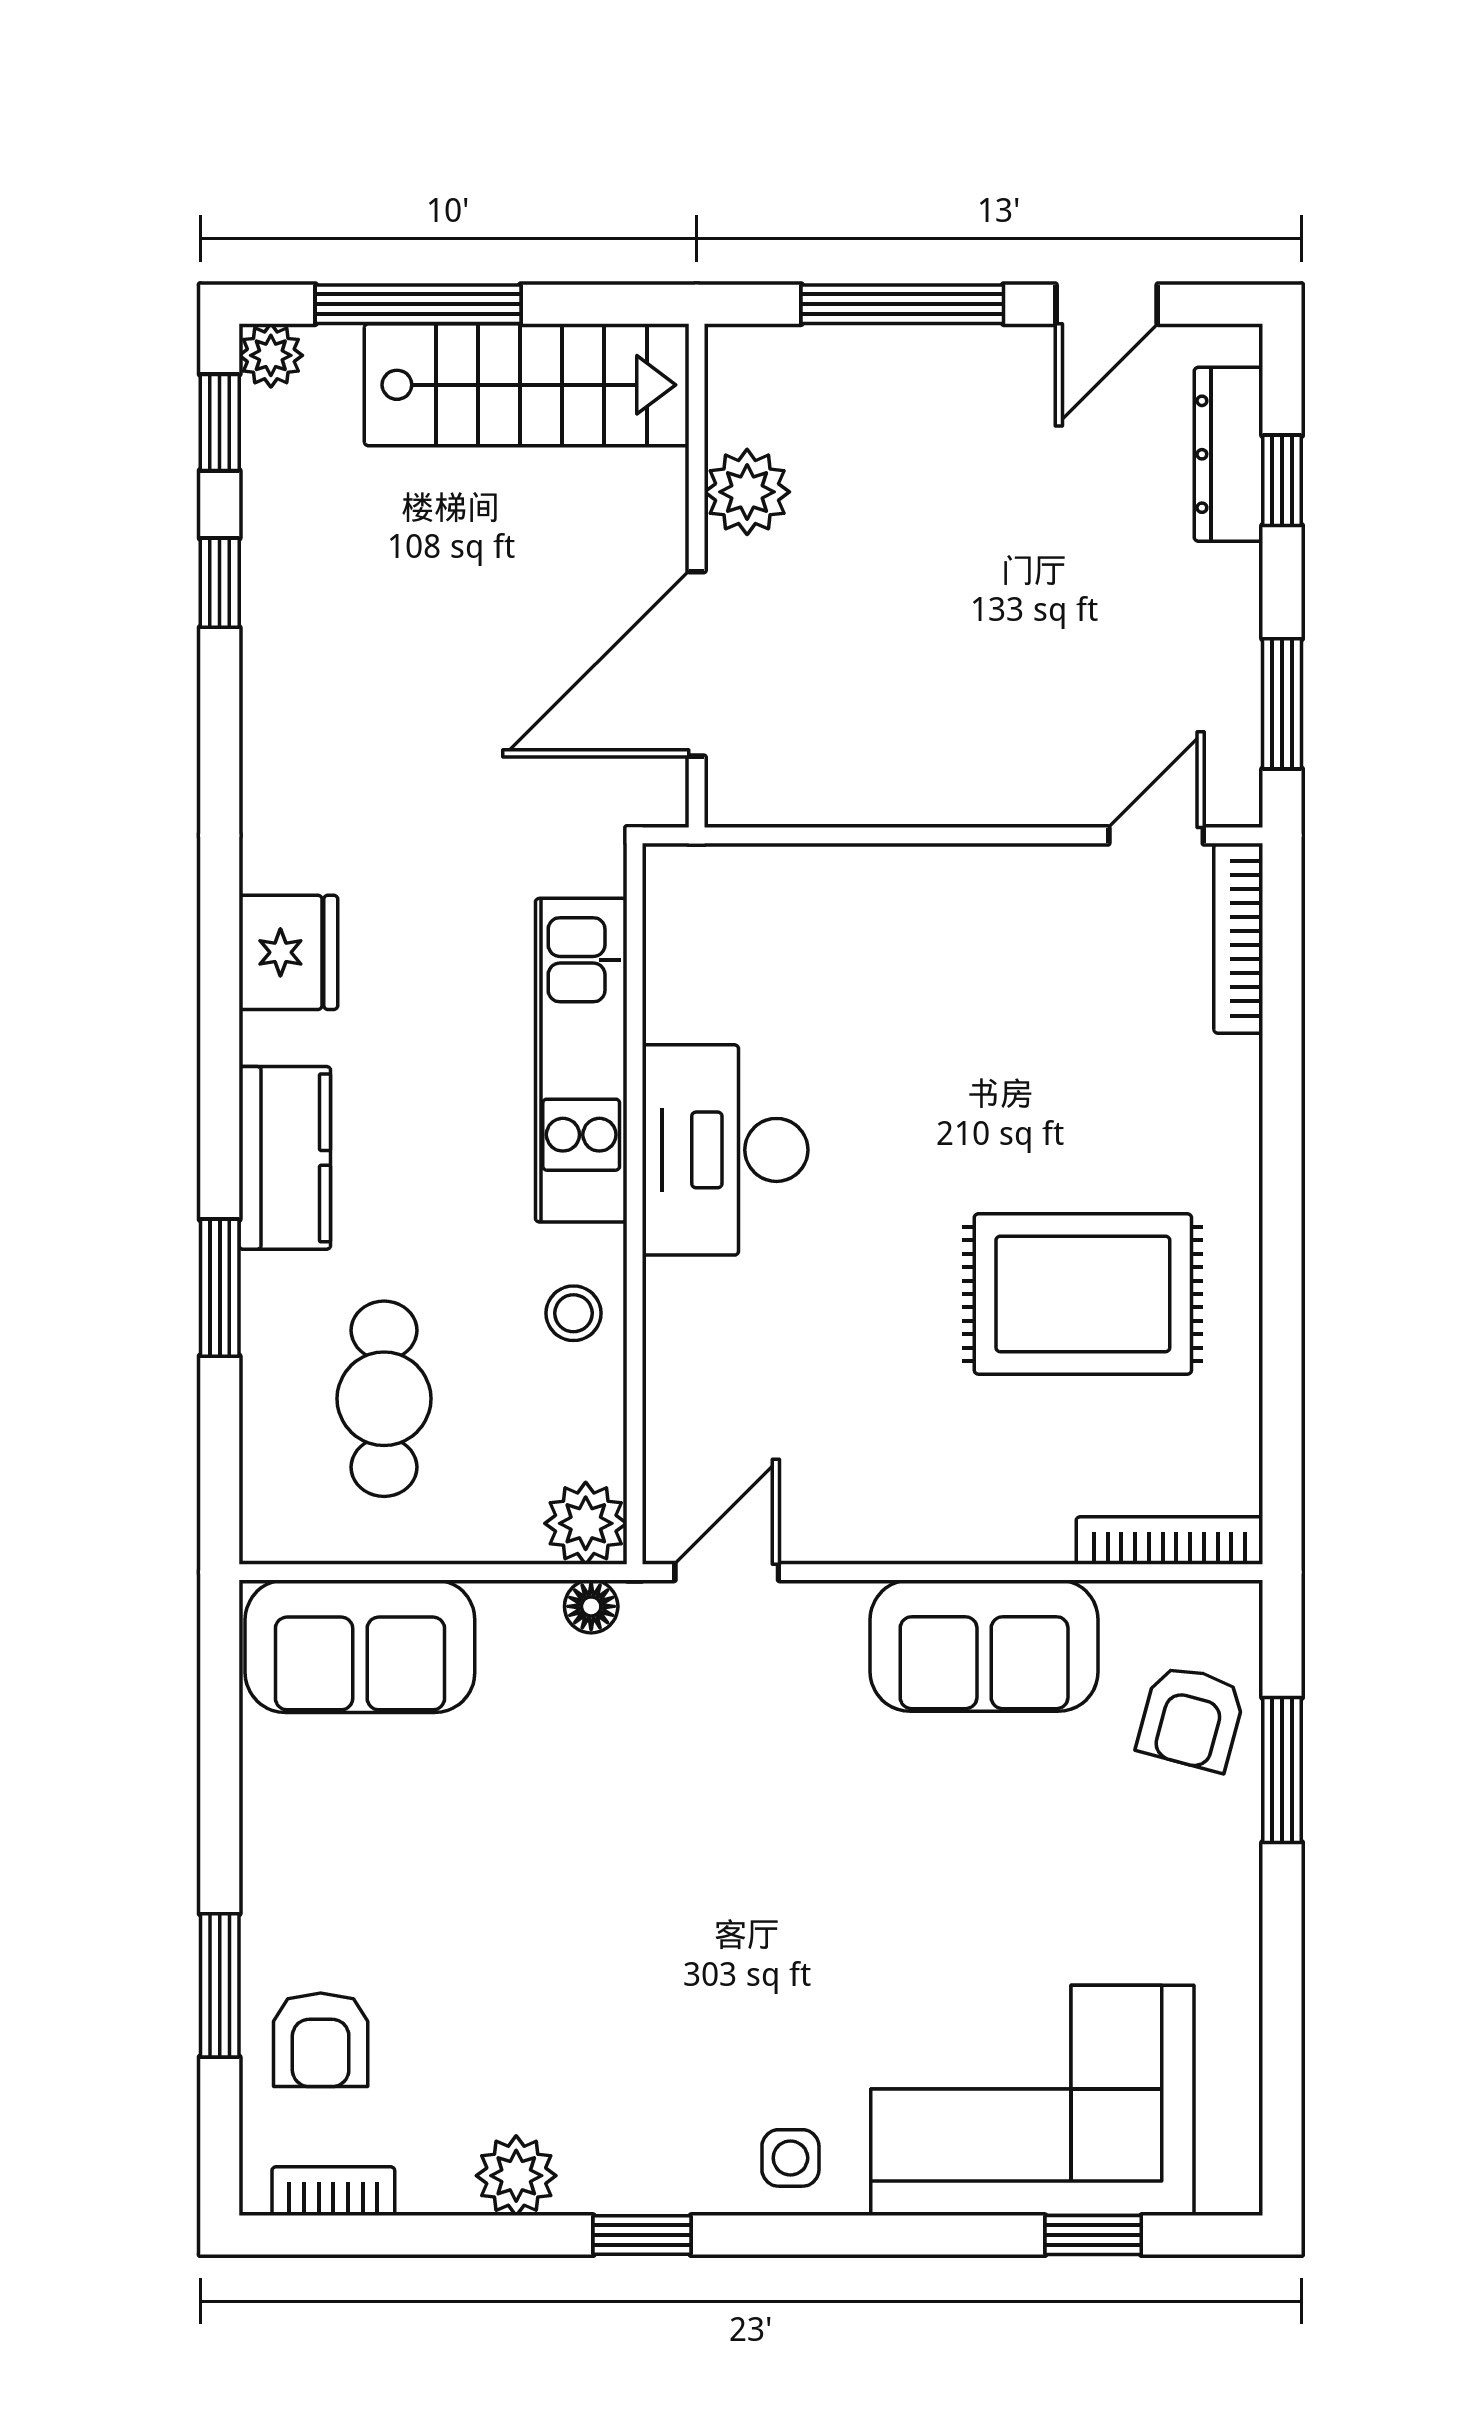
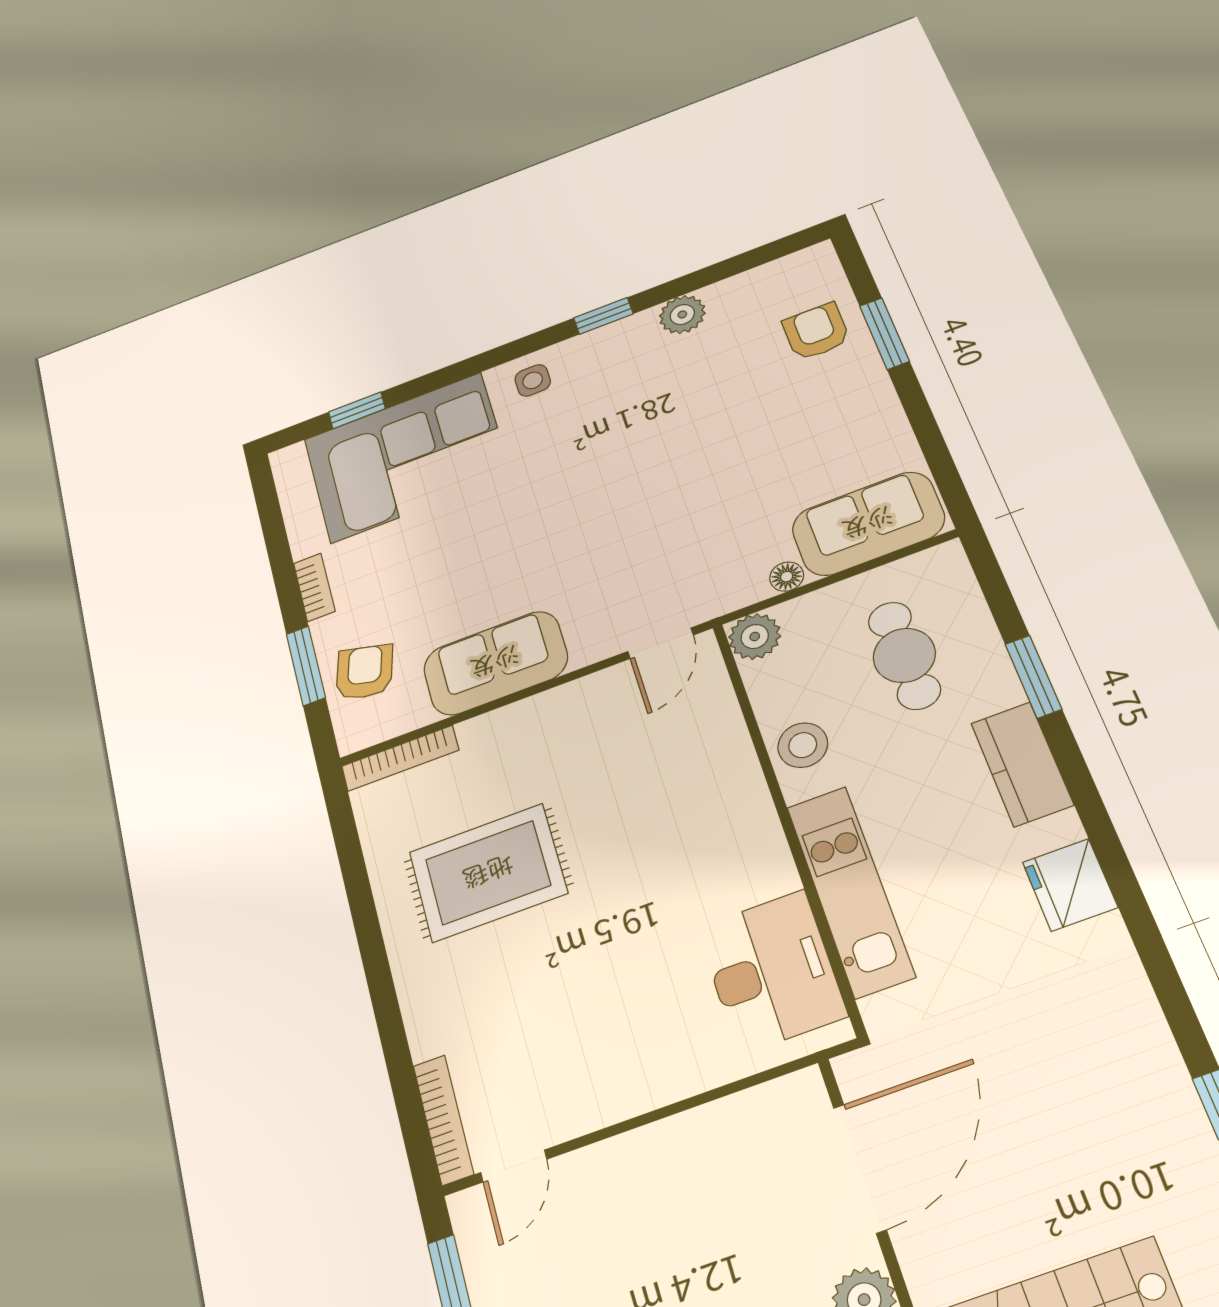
desk: (725, 1150) -> (772, 971), moved
stool: (573, 1313) -> (803, 745), width x1.37, depth x1.37
floor lamp: (591, 1606) -> (787, 577), moved
bookcase: (333, 2191) -> (314, 587), moved, turned -90

